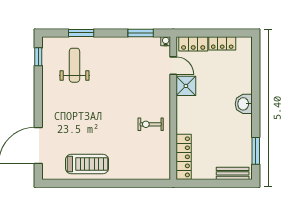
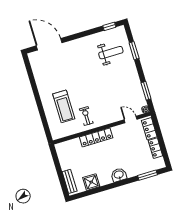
door: (173, 66) -> (131, 119), swing flipped
shower: (186, 86) -> (91, 182), moved
window: (256, 151) -> (148, 175), moved
locker: (184, 157) -> (96, 137), moved
treadmill: (87, 164) -> (64, 106), moved

